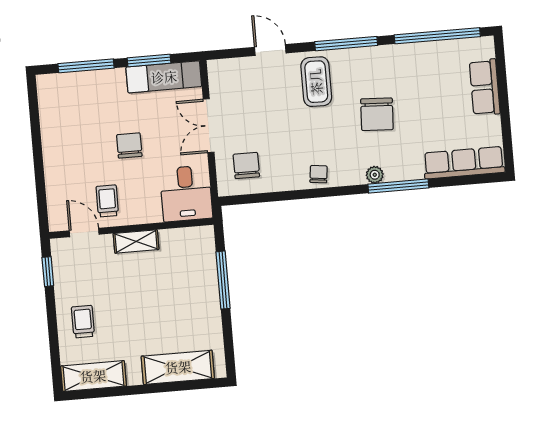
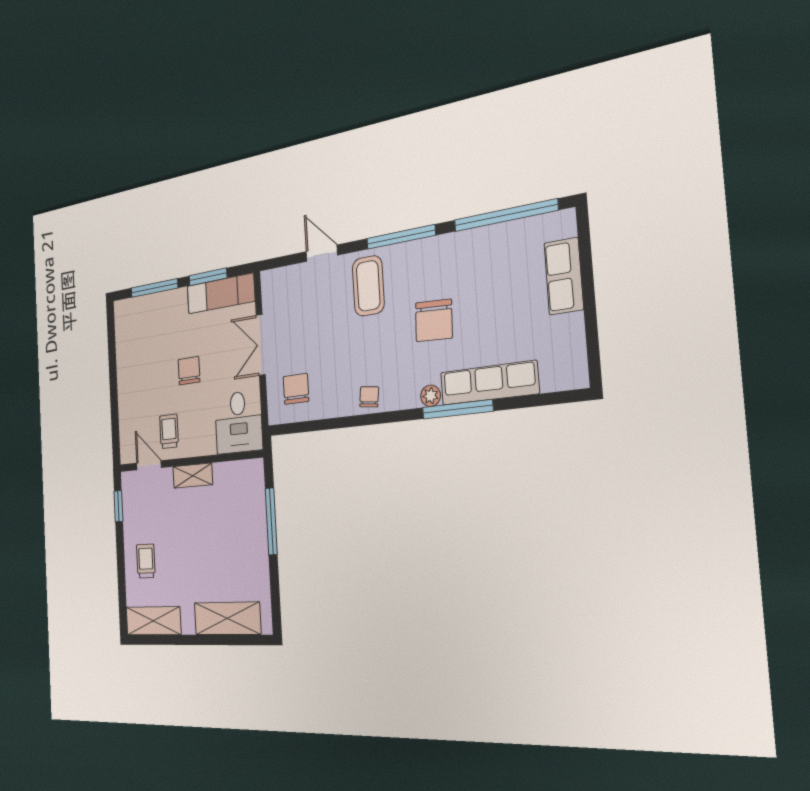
row of seats: (464, 163) -> (489, 383), moved

